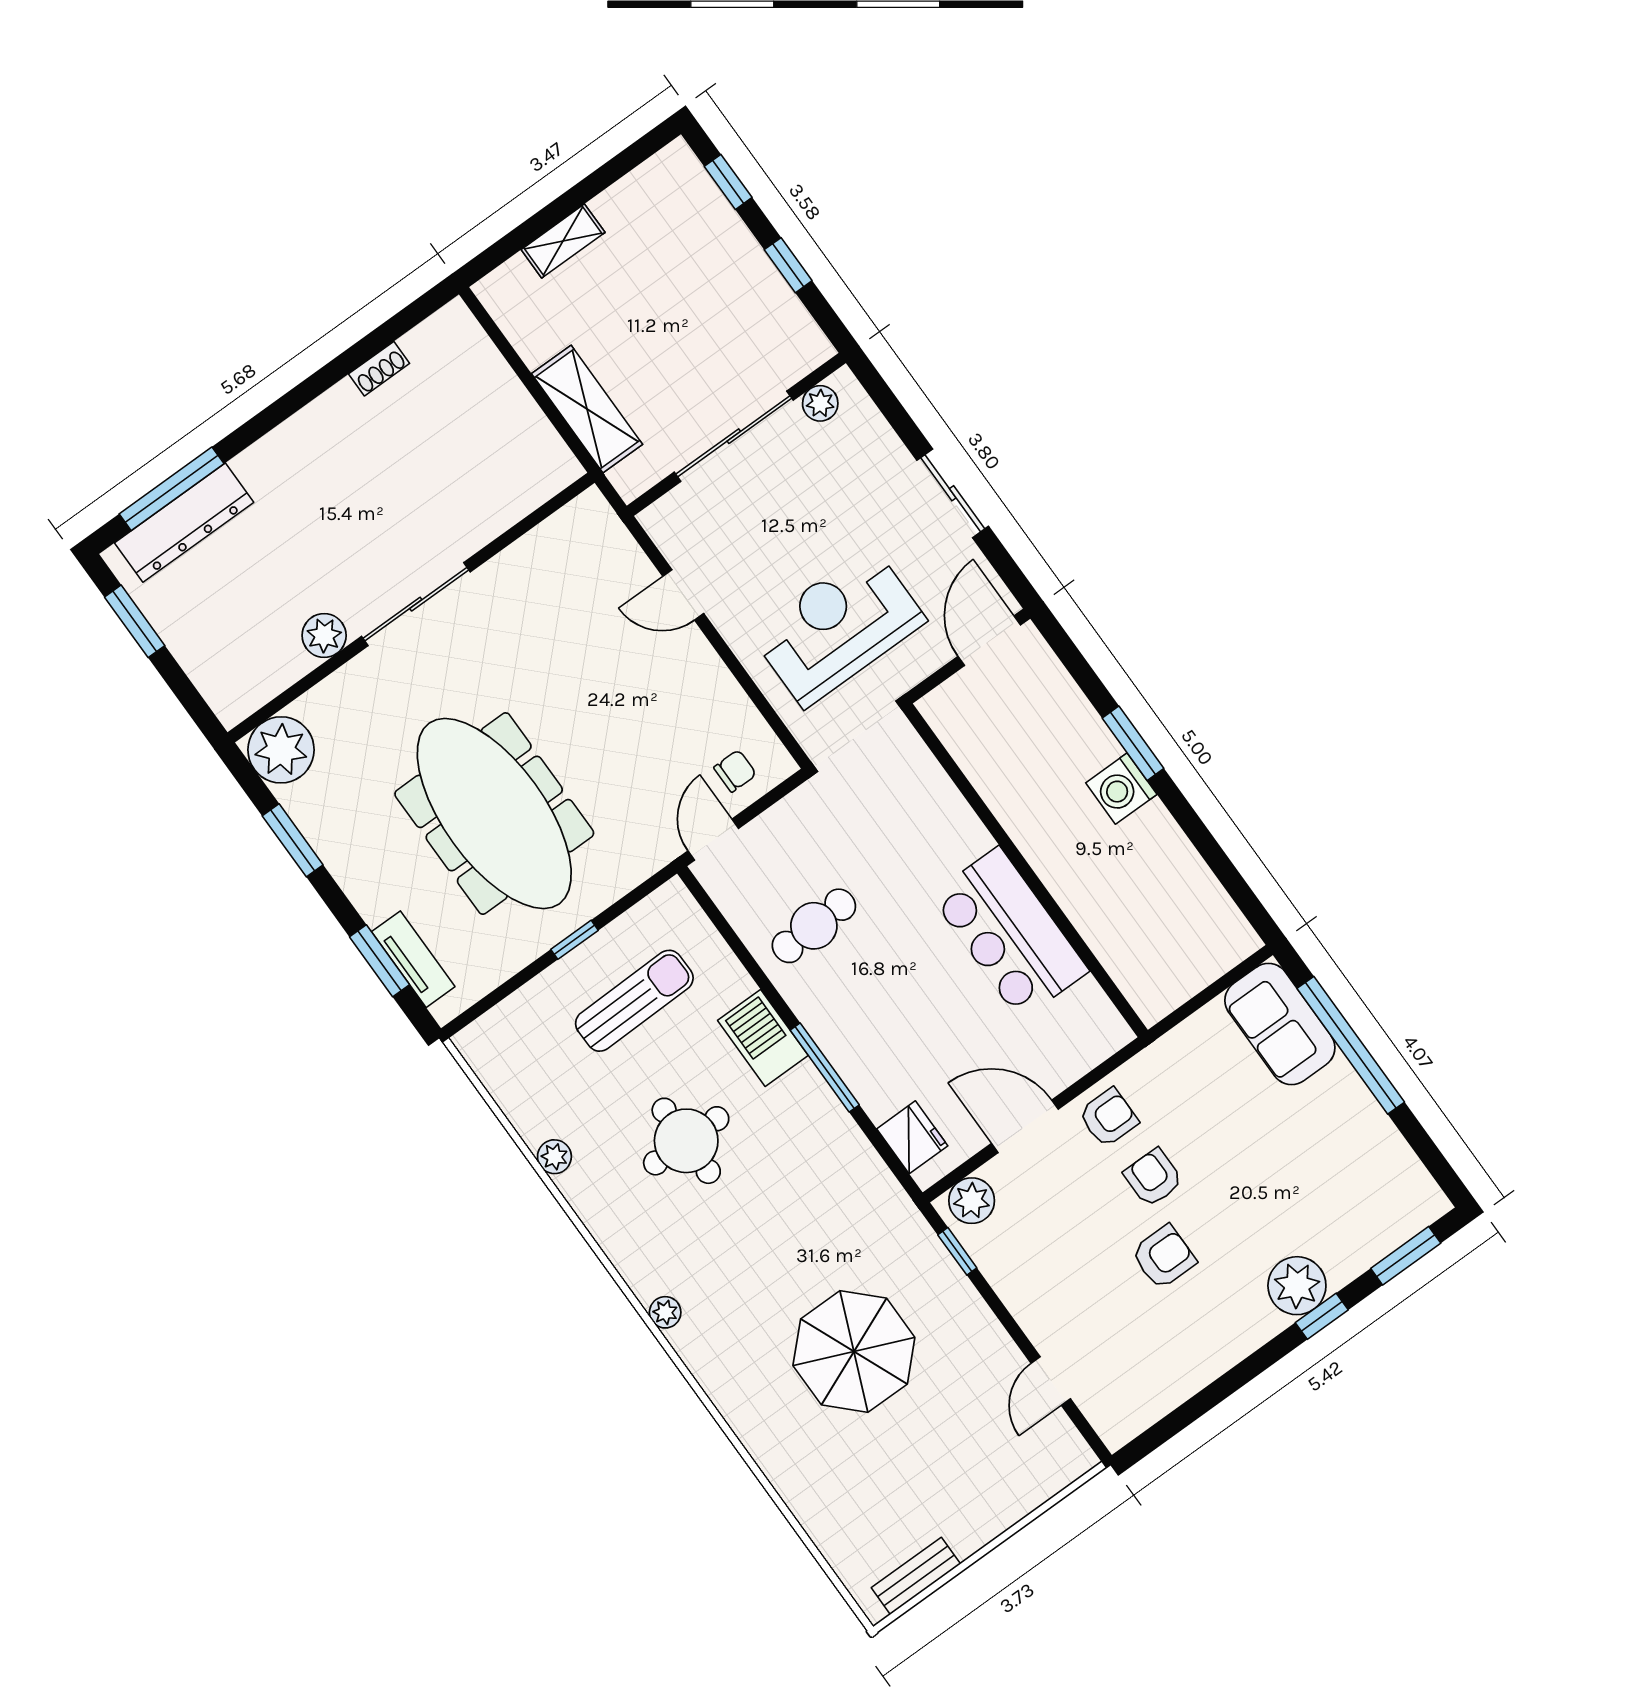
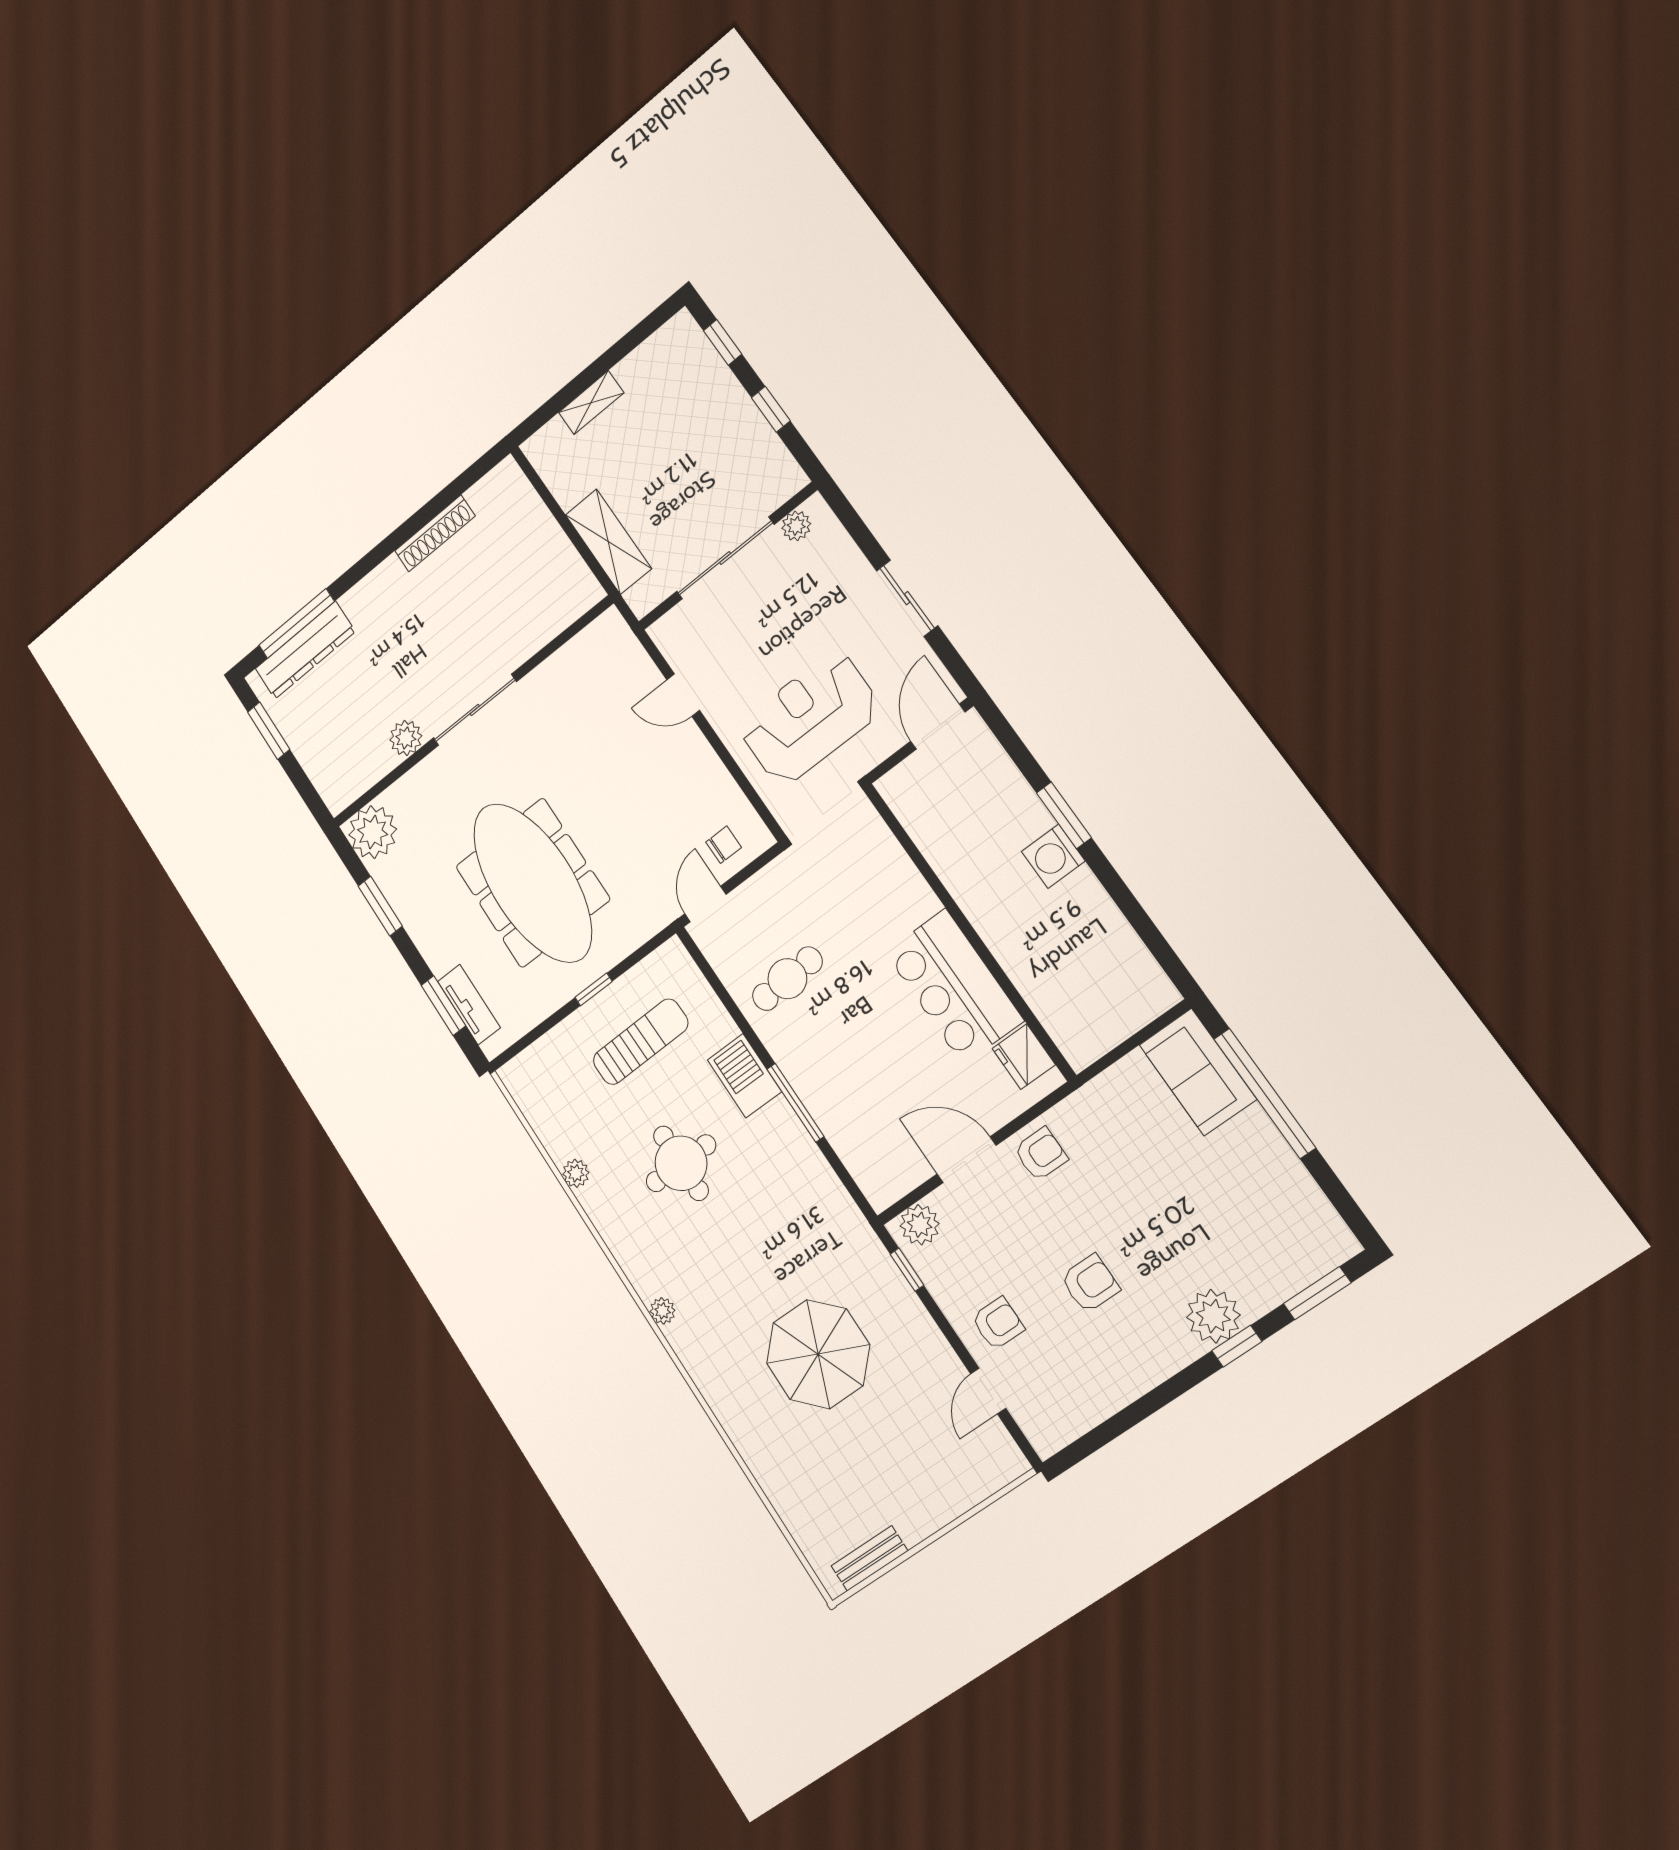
shoe rack: (379, 369) -> (435, 533), width x1.94, depth x1.24
fridge: (912, 1137) -> (1024, 1057), moved, turned 180
armchair: (1153, 1178) -> (998, 1323), moved, turned 90

